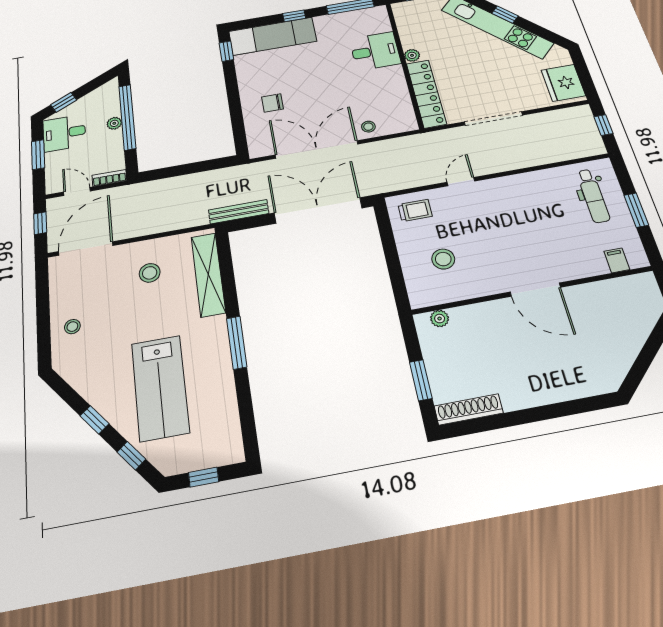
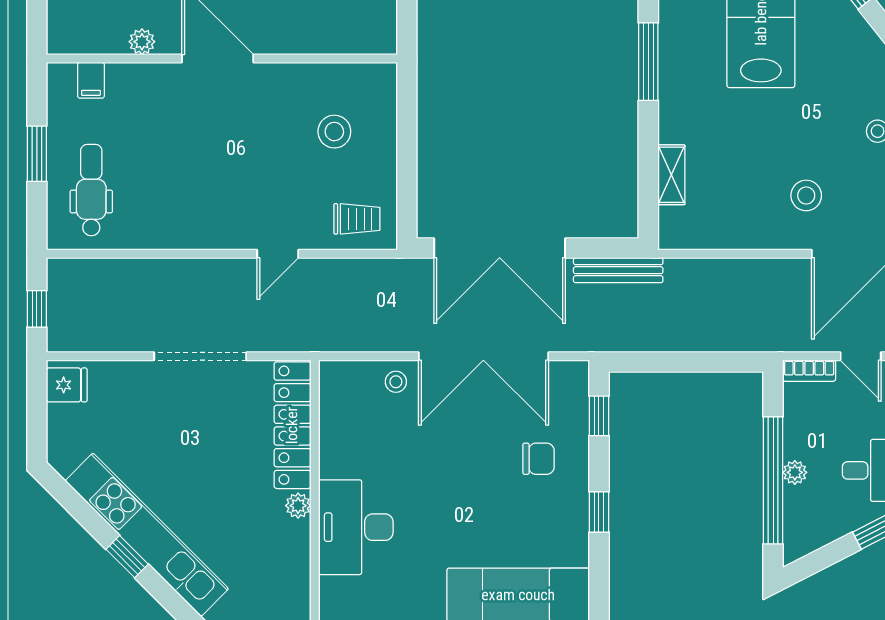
window: (226, 51) -> (599, 512), moved
desk: (375, 51) -> (356, 527), width x1.37
fridge: (563, 83) -> (67, 385), width x0.53, depth x0.75
window: (239, 131) -> (599, 416), added
trolley: (415, 210) -> (357, 219), turned 180
stool: (150, 273) -> (806, 195), moved
shelving: (208, 274) -> (671, 175), width x0.45, depth x0.75
plant: (440, 319) -> (142, 42), moved

